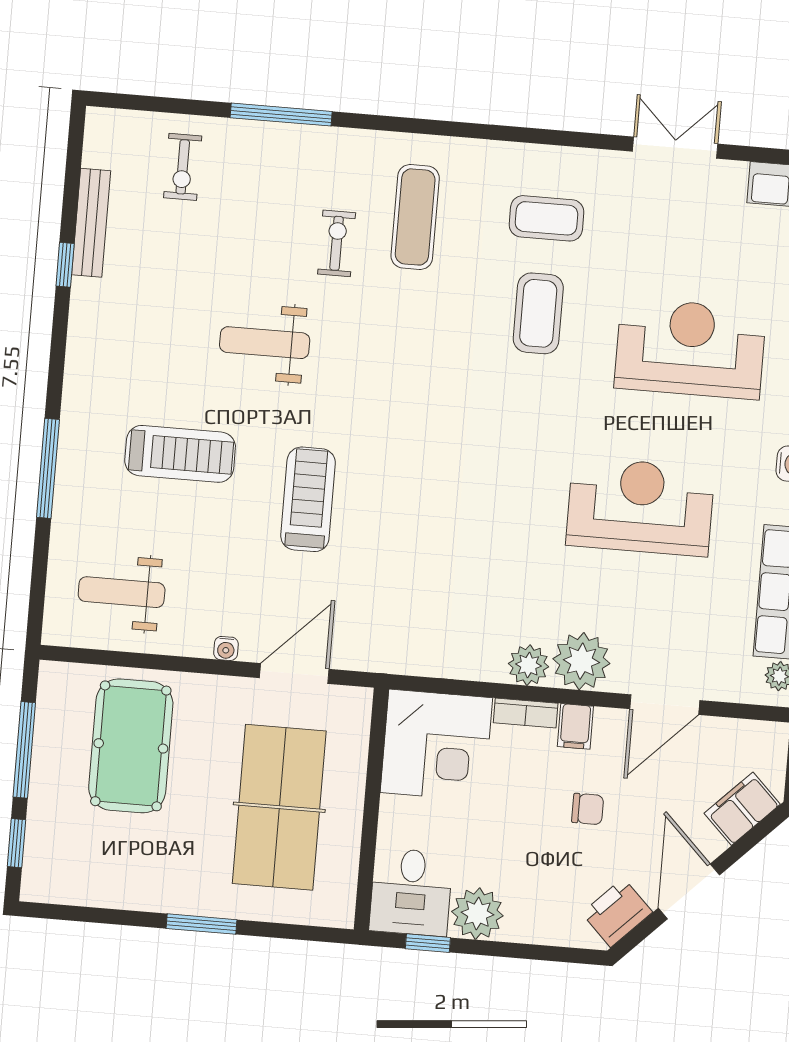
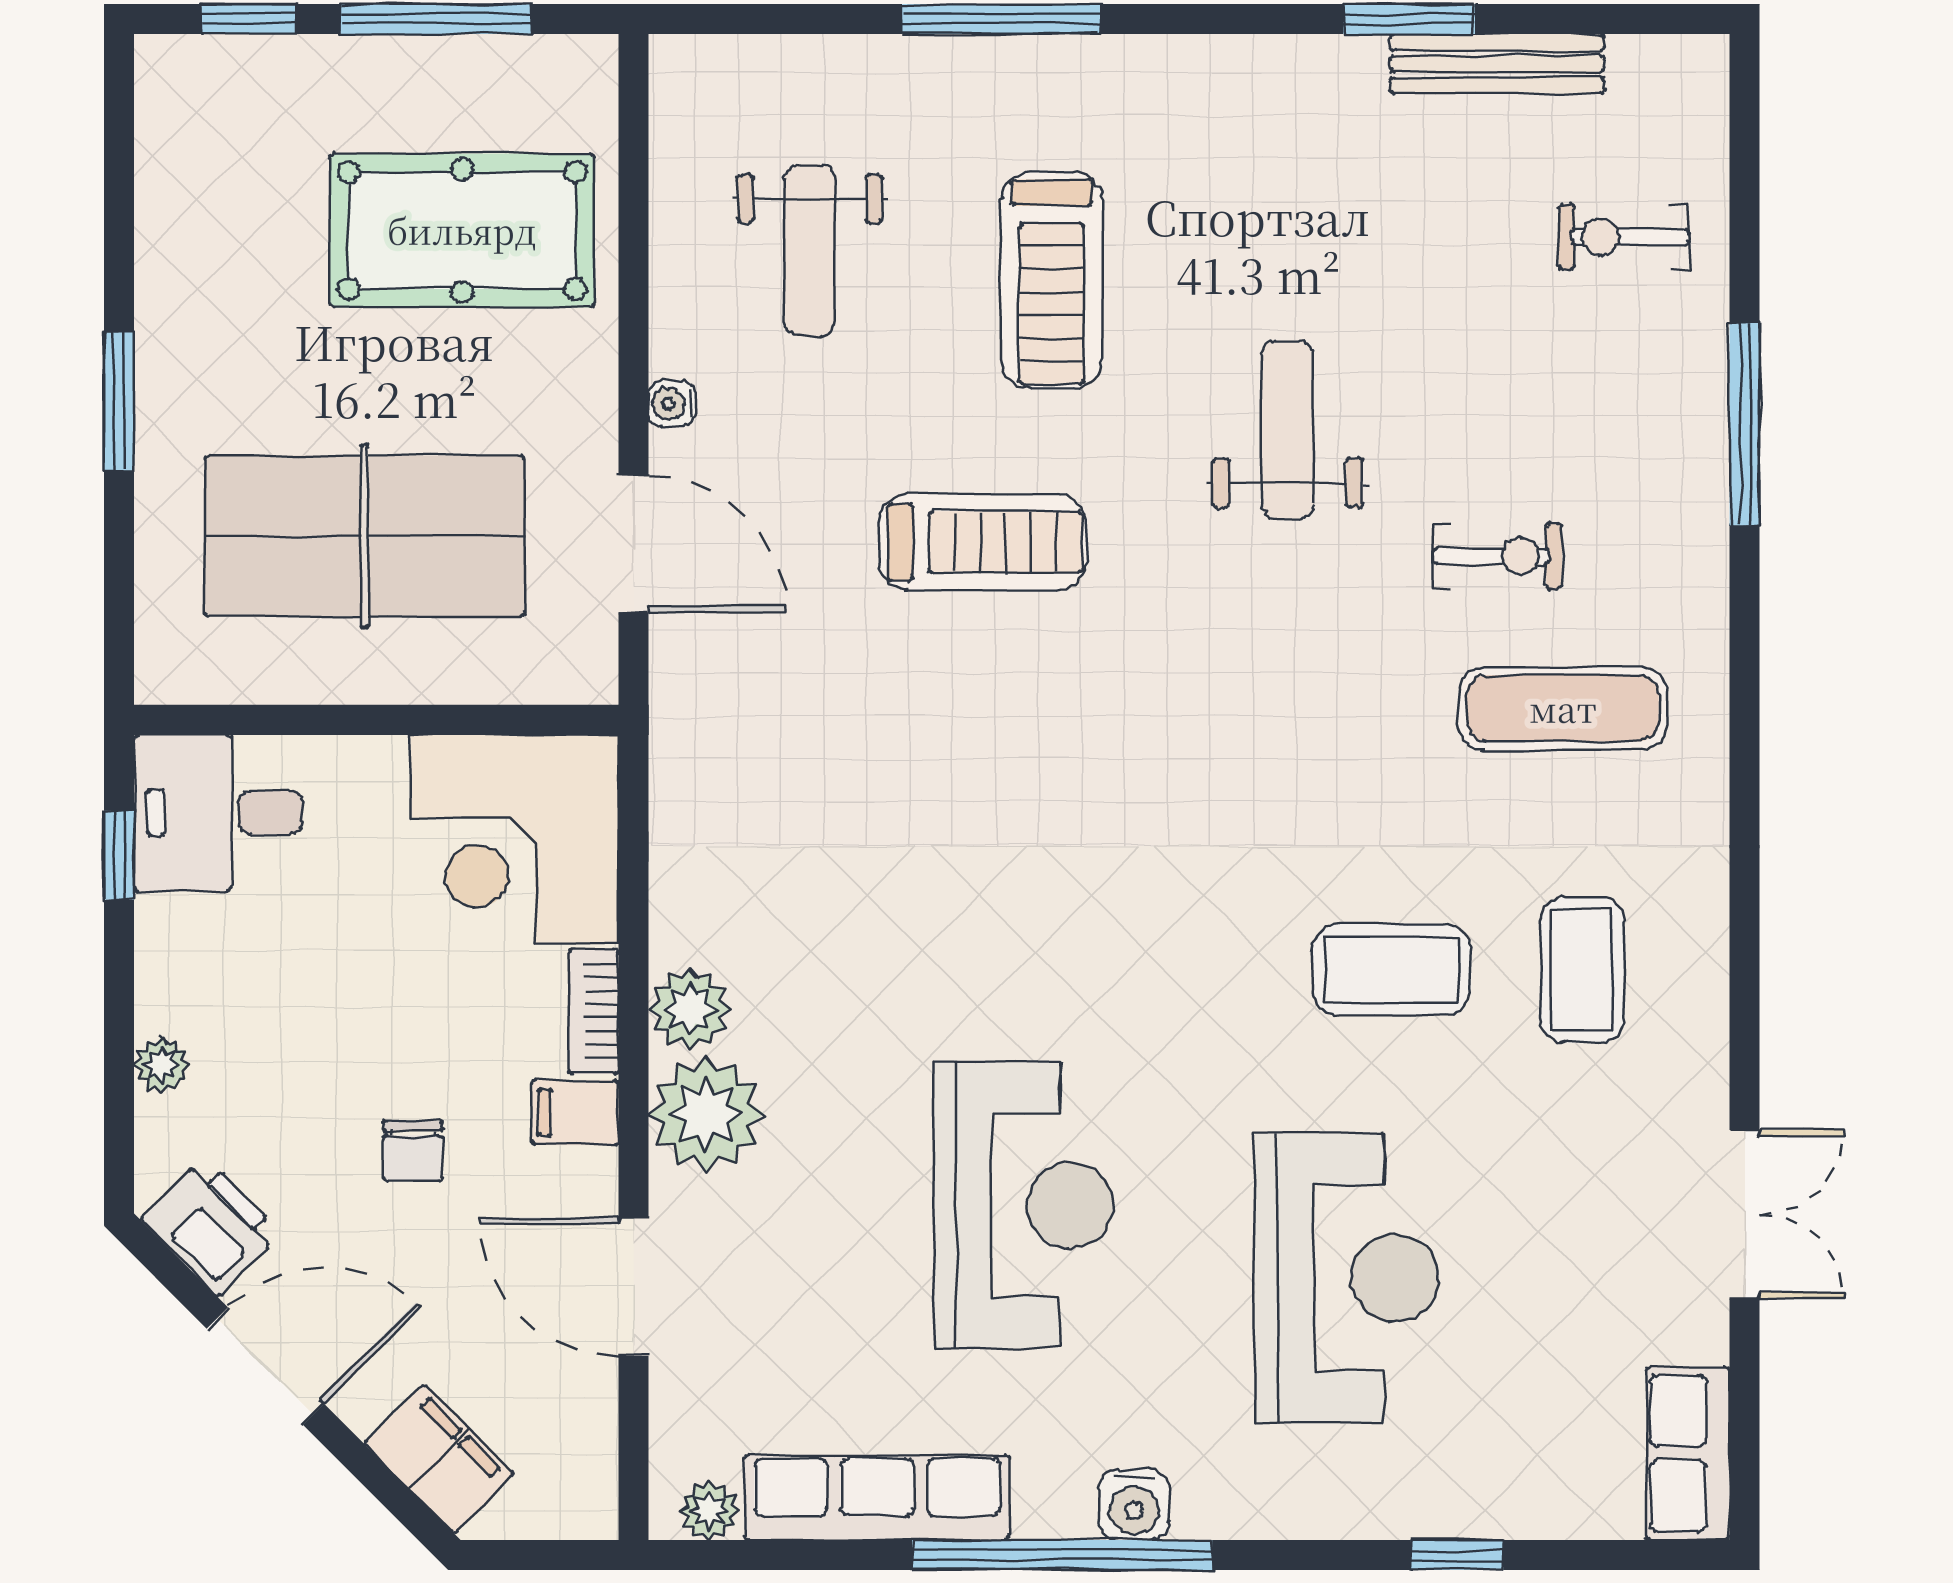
window: (65, 265) -> (1409, 19), width x1.50
weight bench: (122, 592) -> (810, 250), moved, turned 180
plant: (477, 914) -> (162, 1065), moved, width x0.53, depth x0.53

